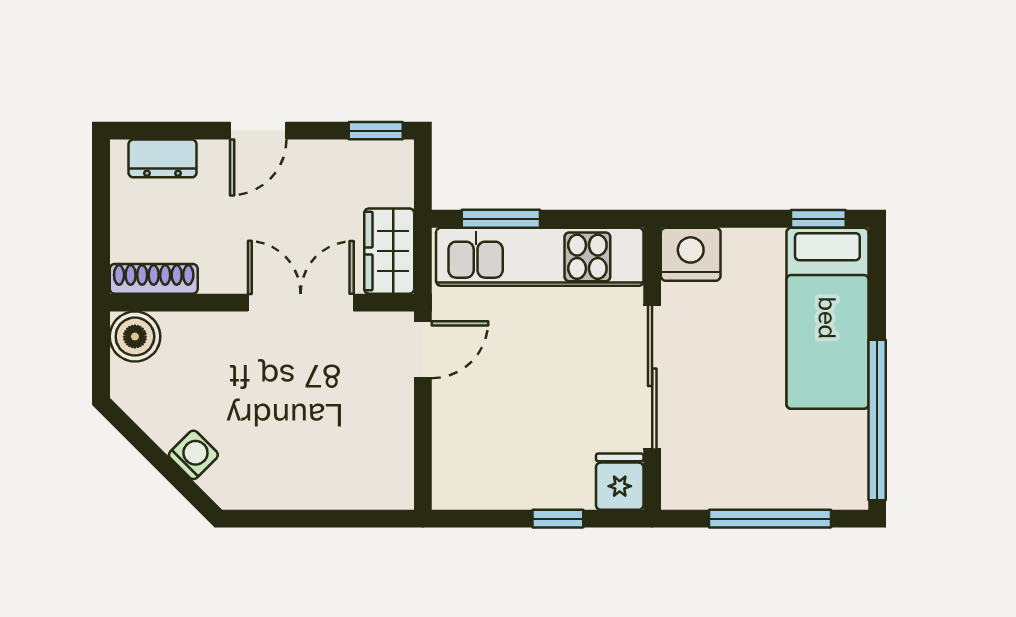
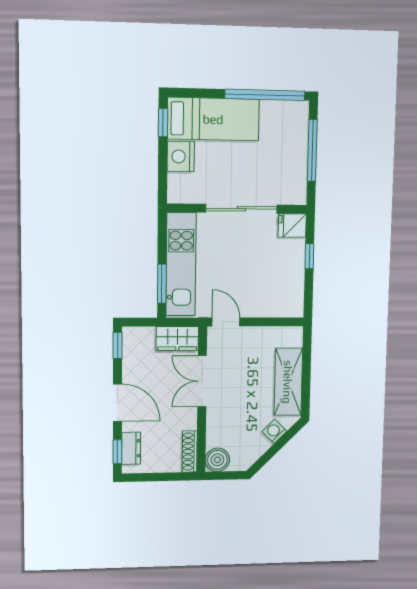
window: (156, 131) -> (117, 452), added
door: (258, 131) -> (117, 403), width x1.38
nightstand: (691, 254) -> (181, 156), moved
shelving: (298, 482) -> (288, 382), added

